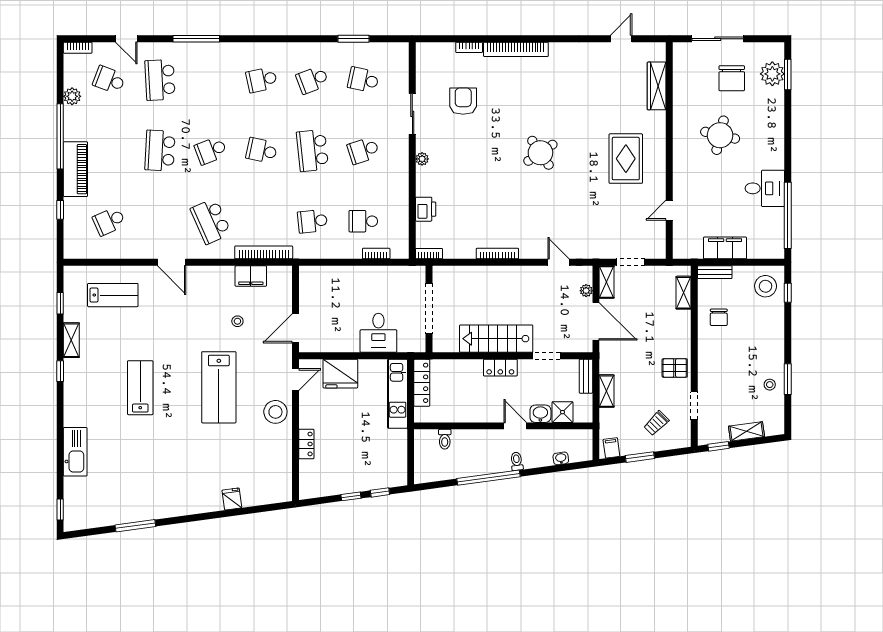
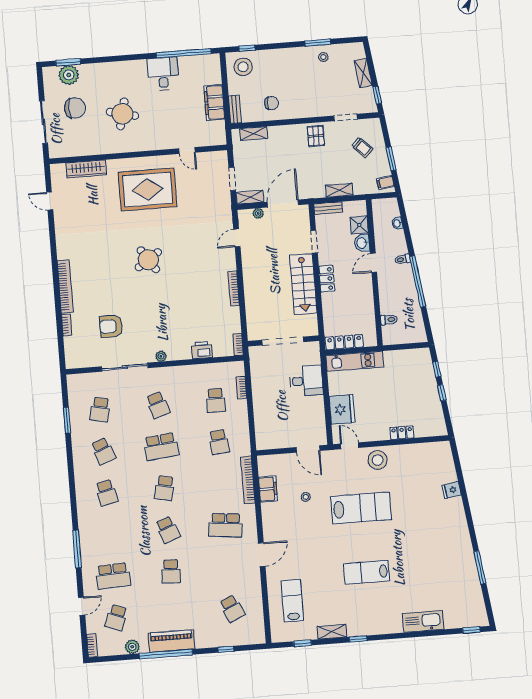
sliding door: (412, 114) -> (125, 367), width x1.37
school desk: (160, 151) -> (171, 571), width x0.54
rug: (626, 159) -> (148, 190), width x1.37, depth x1.44
piano: (75, 169) -> (171, 641), moved
school desk: (211, 221) -> (226, 525), turned 30

